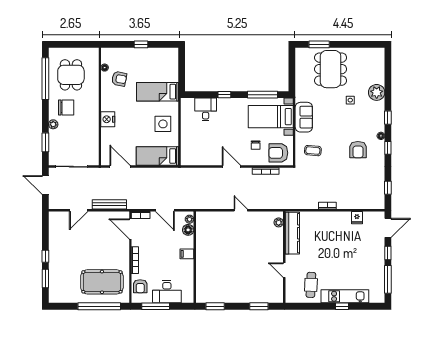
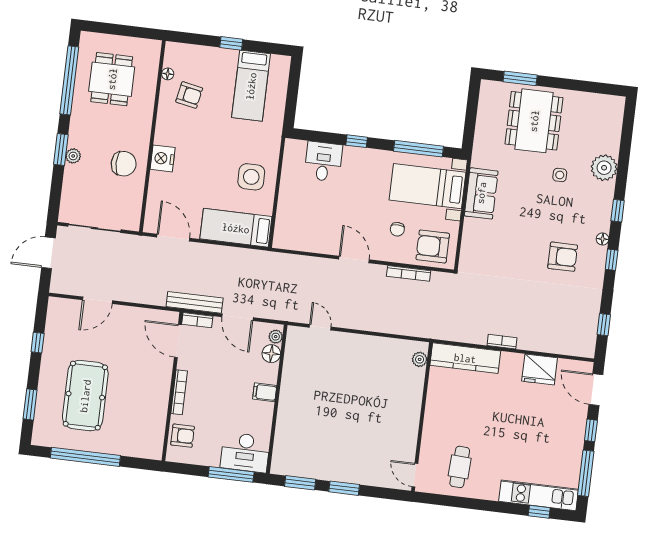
bed: (158, 92) -> (251, 86), moved, turned -90
chair: (66, 108) -> (124, 164), moved
window: (45, 142) -> (61, 149), moved
armchair: (358, 150) -> (563, 257), turned -90
coffee table: (313, 151) -> (489, 249), removed
door: (45, 185) -> (48, 253), hinge flipped
bench: (109, 204) -> (195, 302), moved
door: (241, 210) -> (320, 327), moved
fridge: (357, 218) -> (540, 369), width x1.88, depth x1.34
door: (388, 228) -> (596, 390), swing flipped
kitchen counter: (292, 233) -> (465, 358), moved, turned 90
window: (45, 256) -> (38, 343), moved
door: (284, 270) -> (415, 475), moved
pool table: (102, 282) -> (85, 396), moved, turned 90
armchair: (140, 286) -> (183, 436), turned -90
desk: (167, 292) -> (245, 452), moved
kitchen unit: (345, 296) -> (539, 495), moved
window: (99, 306) -> (85, 457), moved
window: (156, 306) -> (231, 474), moved
window: (259, 306) -> (344, 488), moved
window: (342, 306) -> (539, 512), moved

